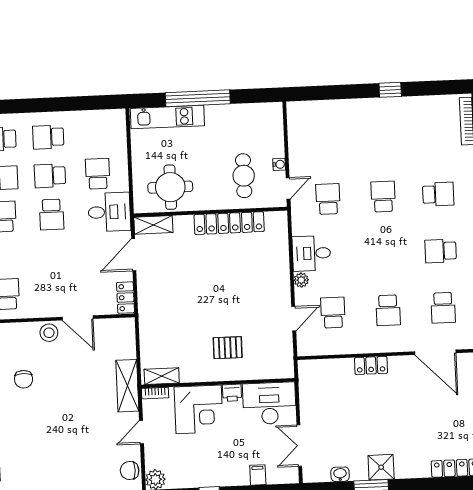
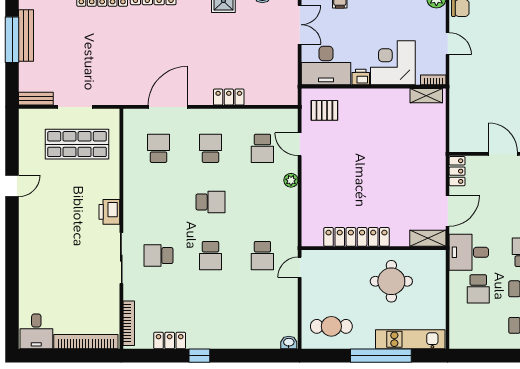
locker: (422, 105) -> (170, 341), added
washbasin: (296, 108) -> (289, 343), added
water cooler: (279, 164) -> (307, 290), removed
cafe table: (244, 176) -> (331, 326), moved, turned 90
round table: (170, 187) -> (391, 281), moved
school desk: (441, 251) -> (210, 202), moved
desk: (311, 253) -> (280, 205), removed
door: (294, 319) -> (300, 144), hinge flipped
pallet: (228, 348) -> (324, 110), moved
door: (435, 352) -> (168, 107), hinge flipped
shelving: (127, 386) -> (459, 88), removed
door: (141, 432) -> (448, 44), hinge flipped

